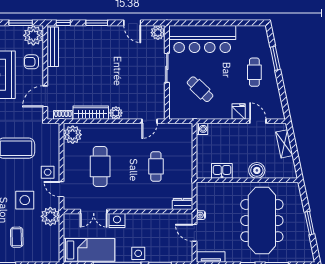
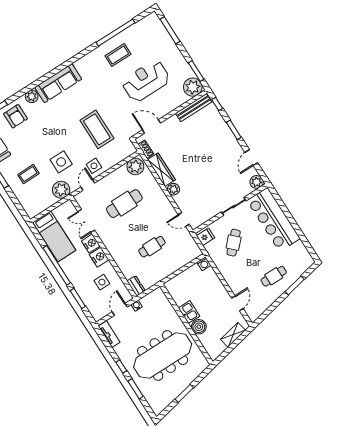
armchair: (31, 62) -> (171, 99), removed
fridge: (239, 112) -> (205, 237), moved
kitchen sink: (222, 171) -> (189, 312), moved
nightstand: (134, 221) -> (99, 257), added
side table: (138, 253) -> (102, 282), moved

